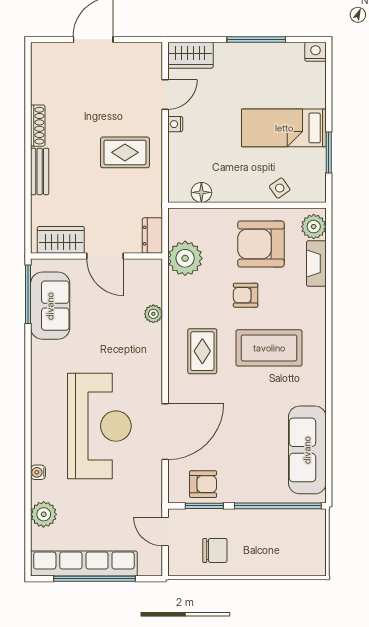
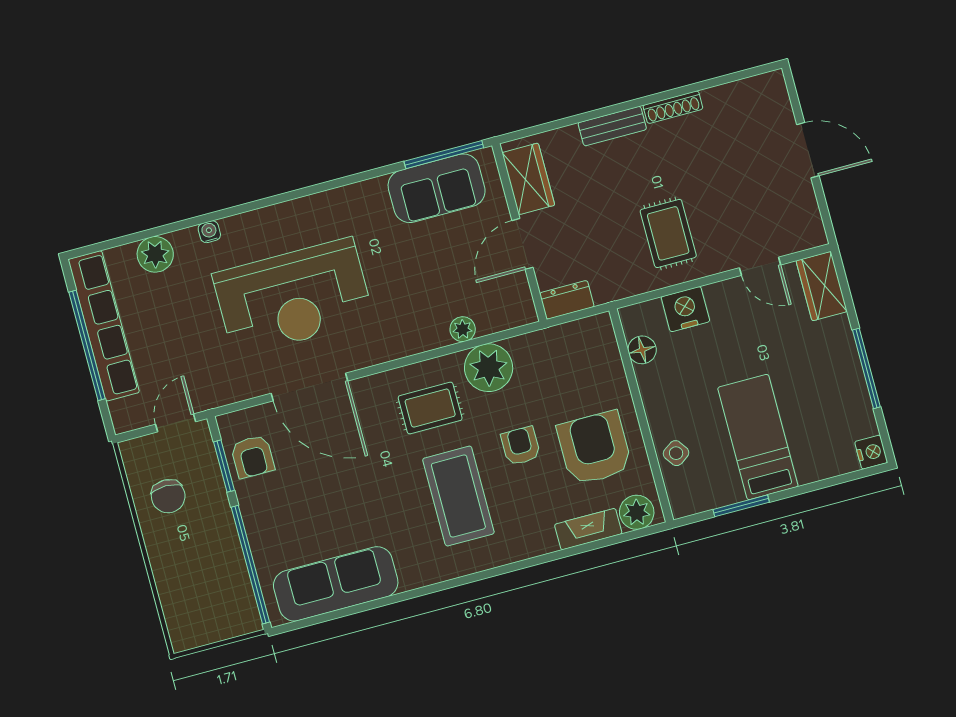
nightstand: (175, 124) -> (685, 309), moved, width x1.89, depth x1.79
plant: (185, 258) -> (489, 368), moved

